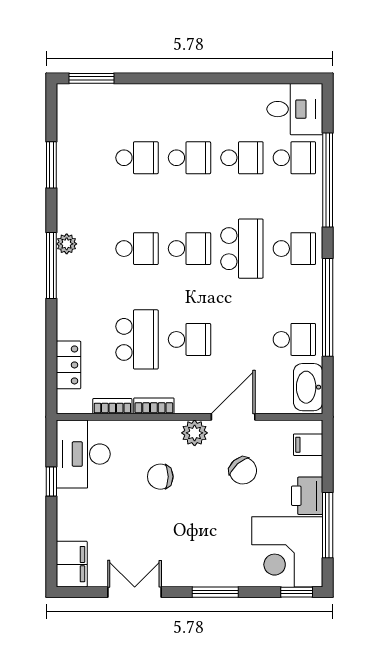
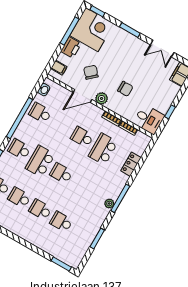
school desk: (137, 249) -> (82, 185), removed
locker: (68, 365) -> (131, 164), moved
washbasin: (308, 387) -> (44, 90), width x0.52, depth x0.69
desk: (83, 454) -> (149, 119), width x0.73

